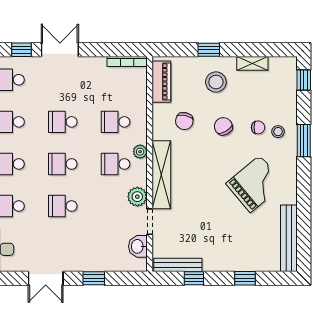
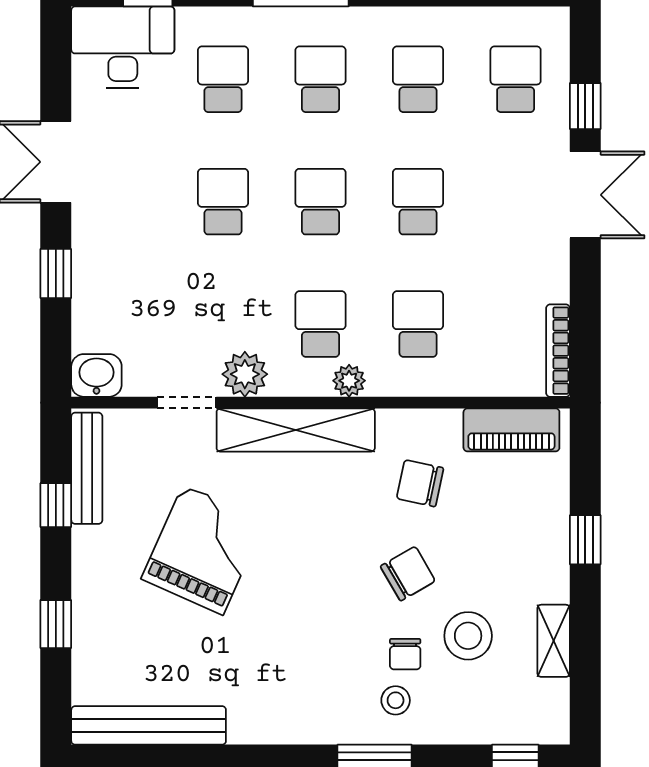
stool: (216, 82) -> (468, 636), moved
grand piano: (255, 184) -> (203, 550), moved, turned -116
washbasin: (138, 246) -> (96, 375), moved

